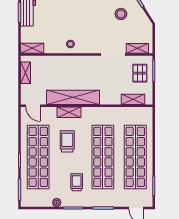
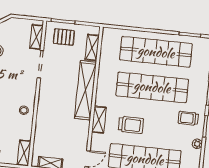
shelving: (73, 97) -> (85, 90), moved
trolley: (67, 141) -> (131, 125), turned 180
trolley: (77, 182) -> (188, 118), moved

